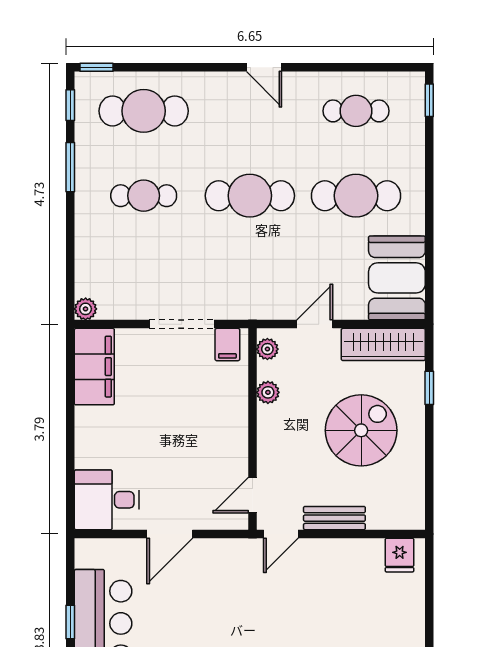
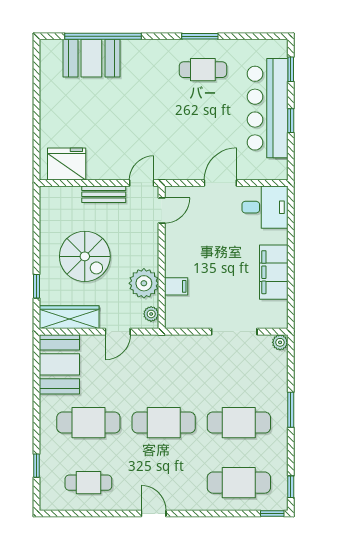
window: (429, 100) -> (36, 466), moved
window: (70, 167) -> (291, 410), moved
cafe table: (144, 196) -> (239, 423), width x1.37, depth x1.35
doorway: (182, 324) -> (234, 332), moved
filing cabinet: (227, 345) -> (176, 286), moved, turned 90
filing cabinet: (94, 367) -> (274, 272), moved
plant: (268, 392) -> (144, 283), width x1.88, depth x1.88
spiral stairs: (361, 430) -> (85, 256), turned -90
fridge: (400, 555) -> (67, 164), width x1.88, depth x1.34

